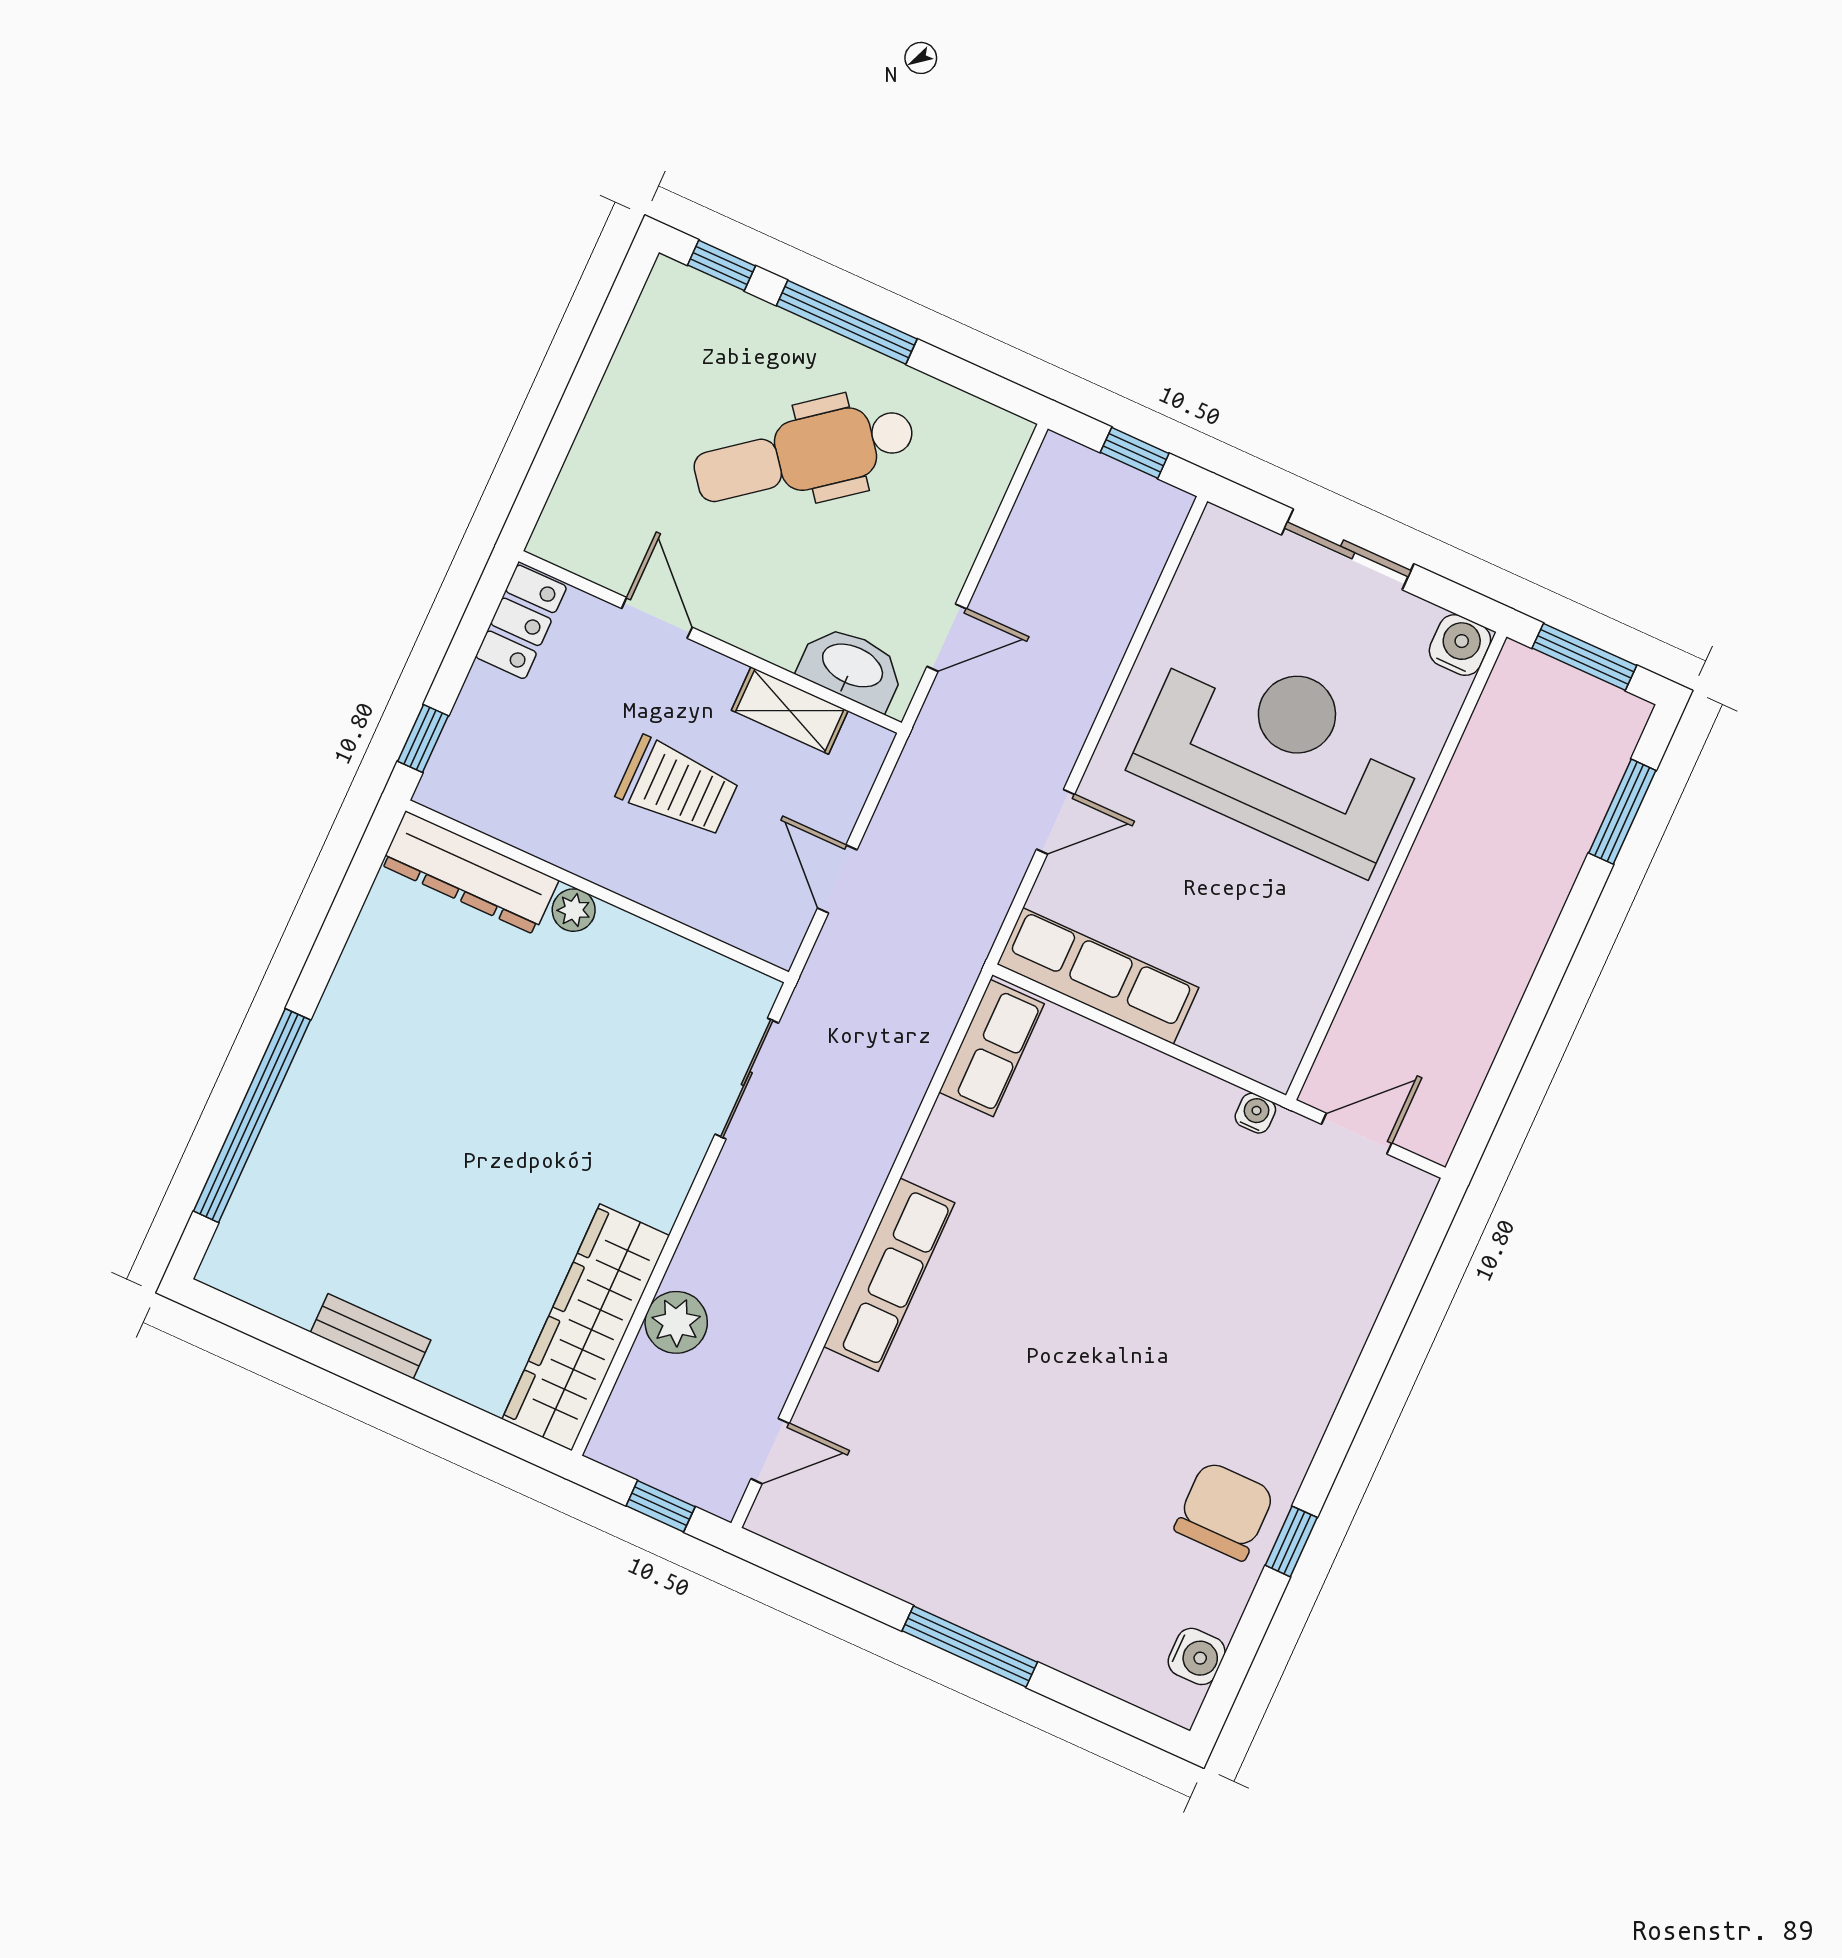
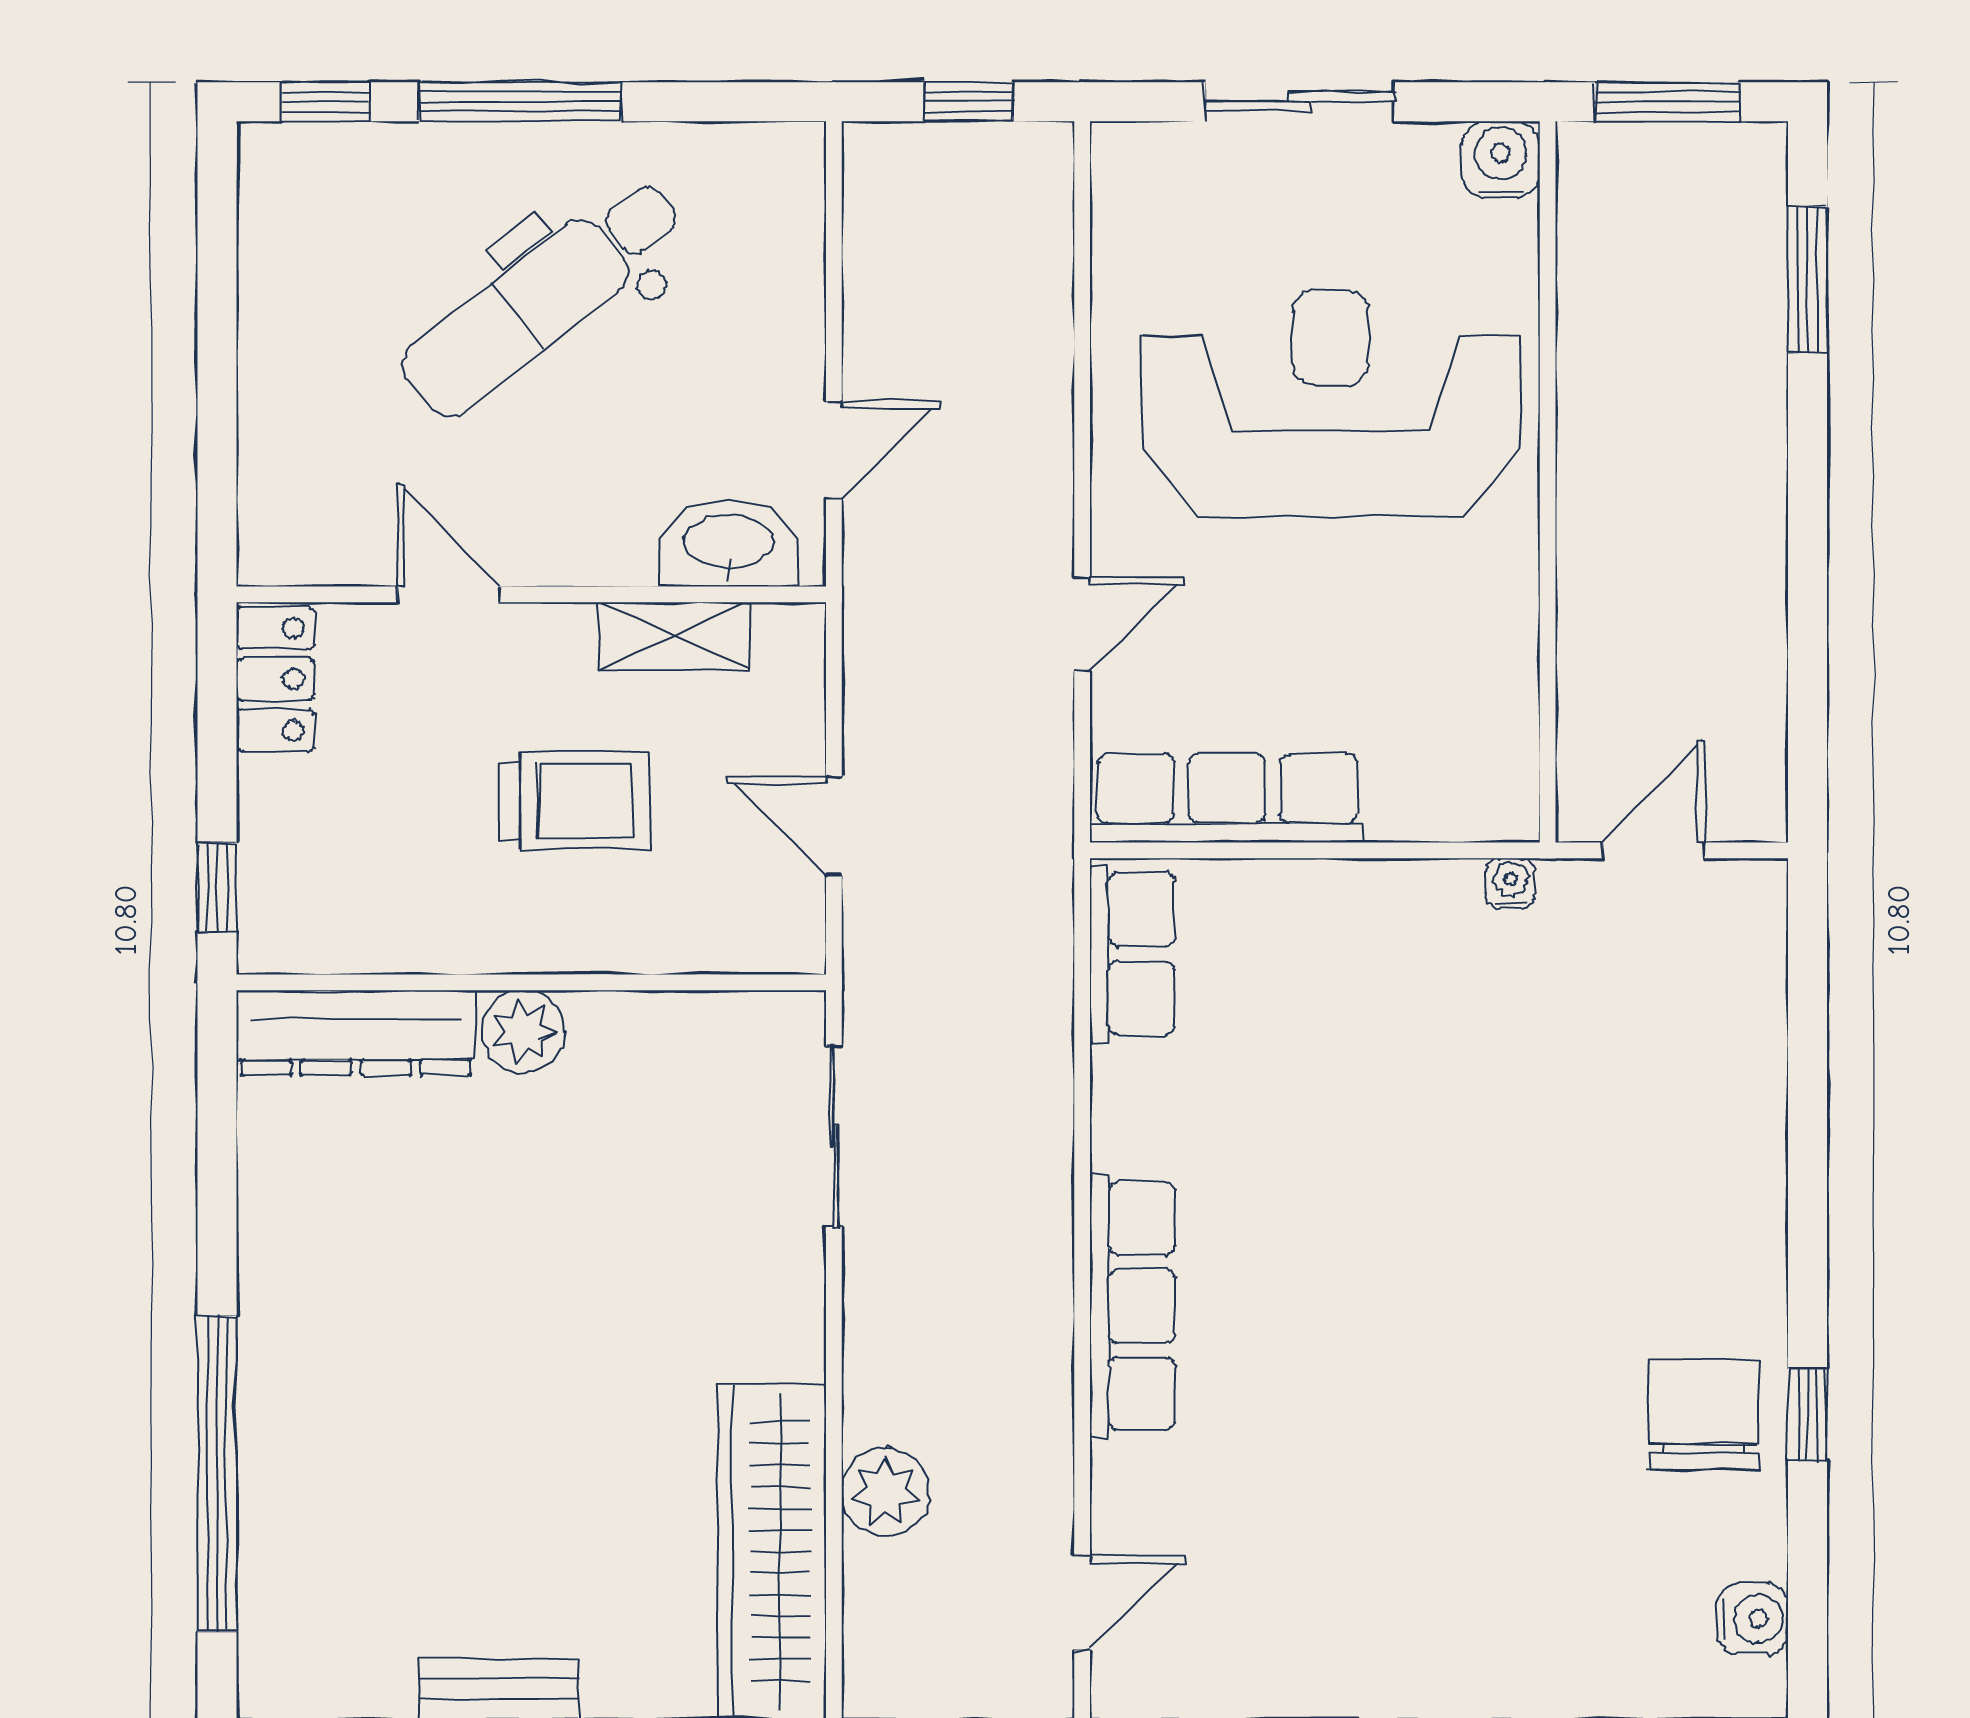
plant: (574, 910) -> (523, 1032), width x1.38, depth x1.38

